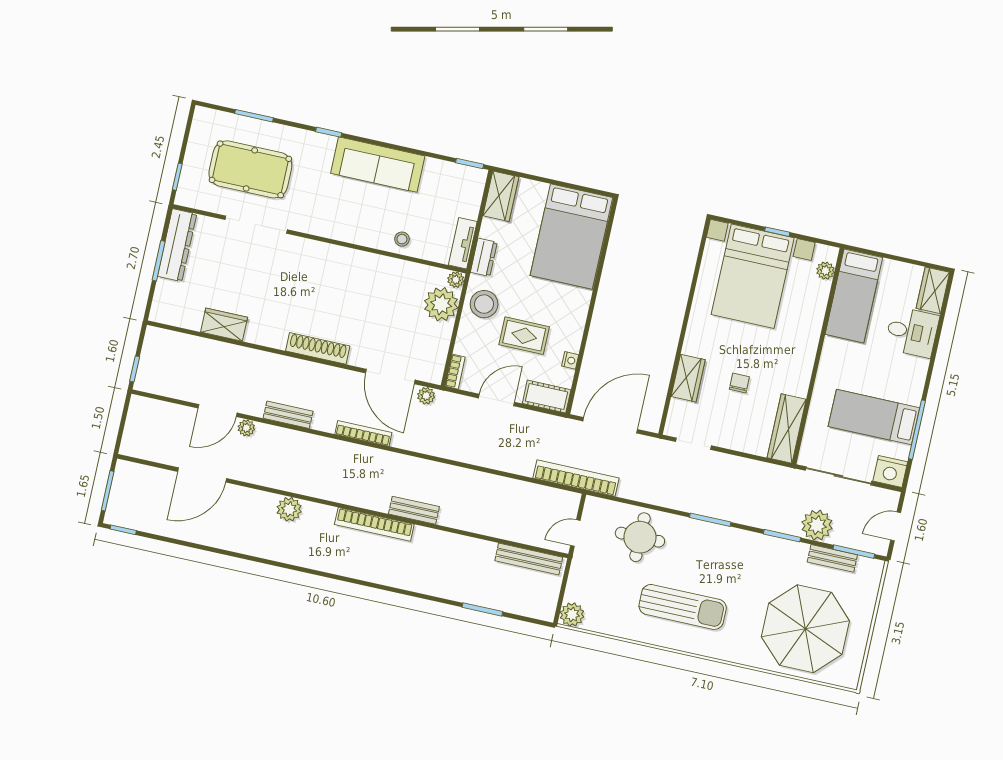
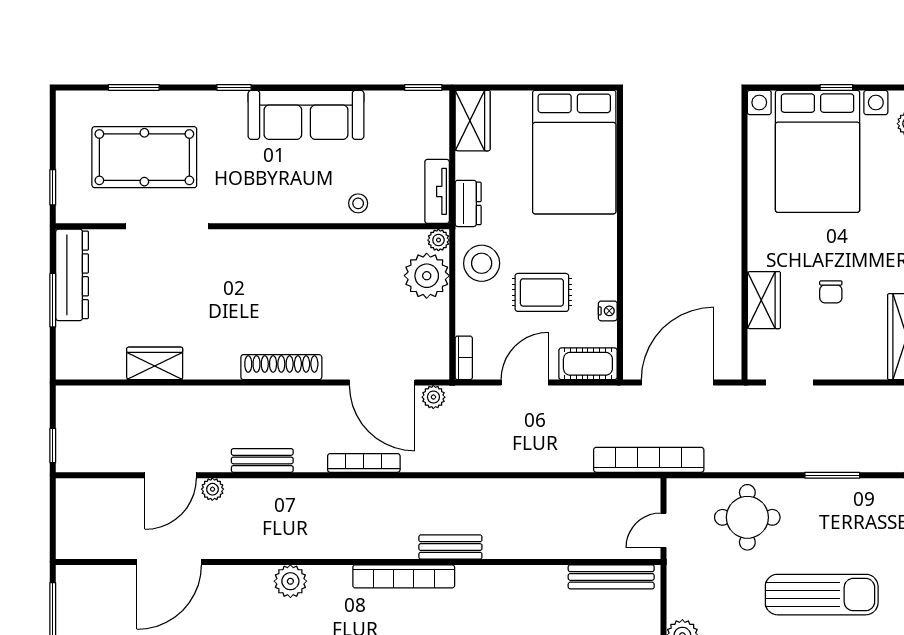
chair: (739, 383) -> (831, 292), turned 180

